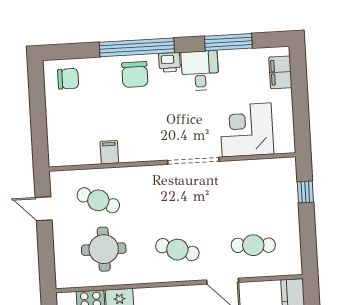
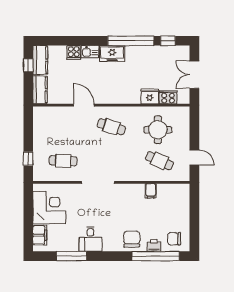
window: (137, 47) -> (156, 256), moved
printer: (170, 62) -> (154, 245), moved
corner desk: (247, 130) -> (49, 208), moved, turned -90
cafe table: (253, 245) -> (63, 161), moved

